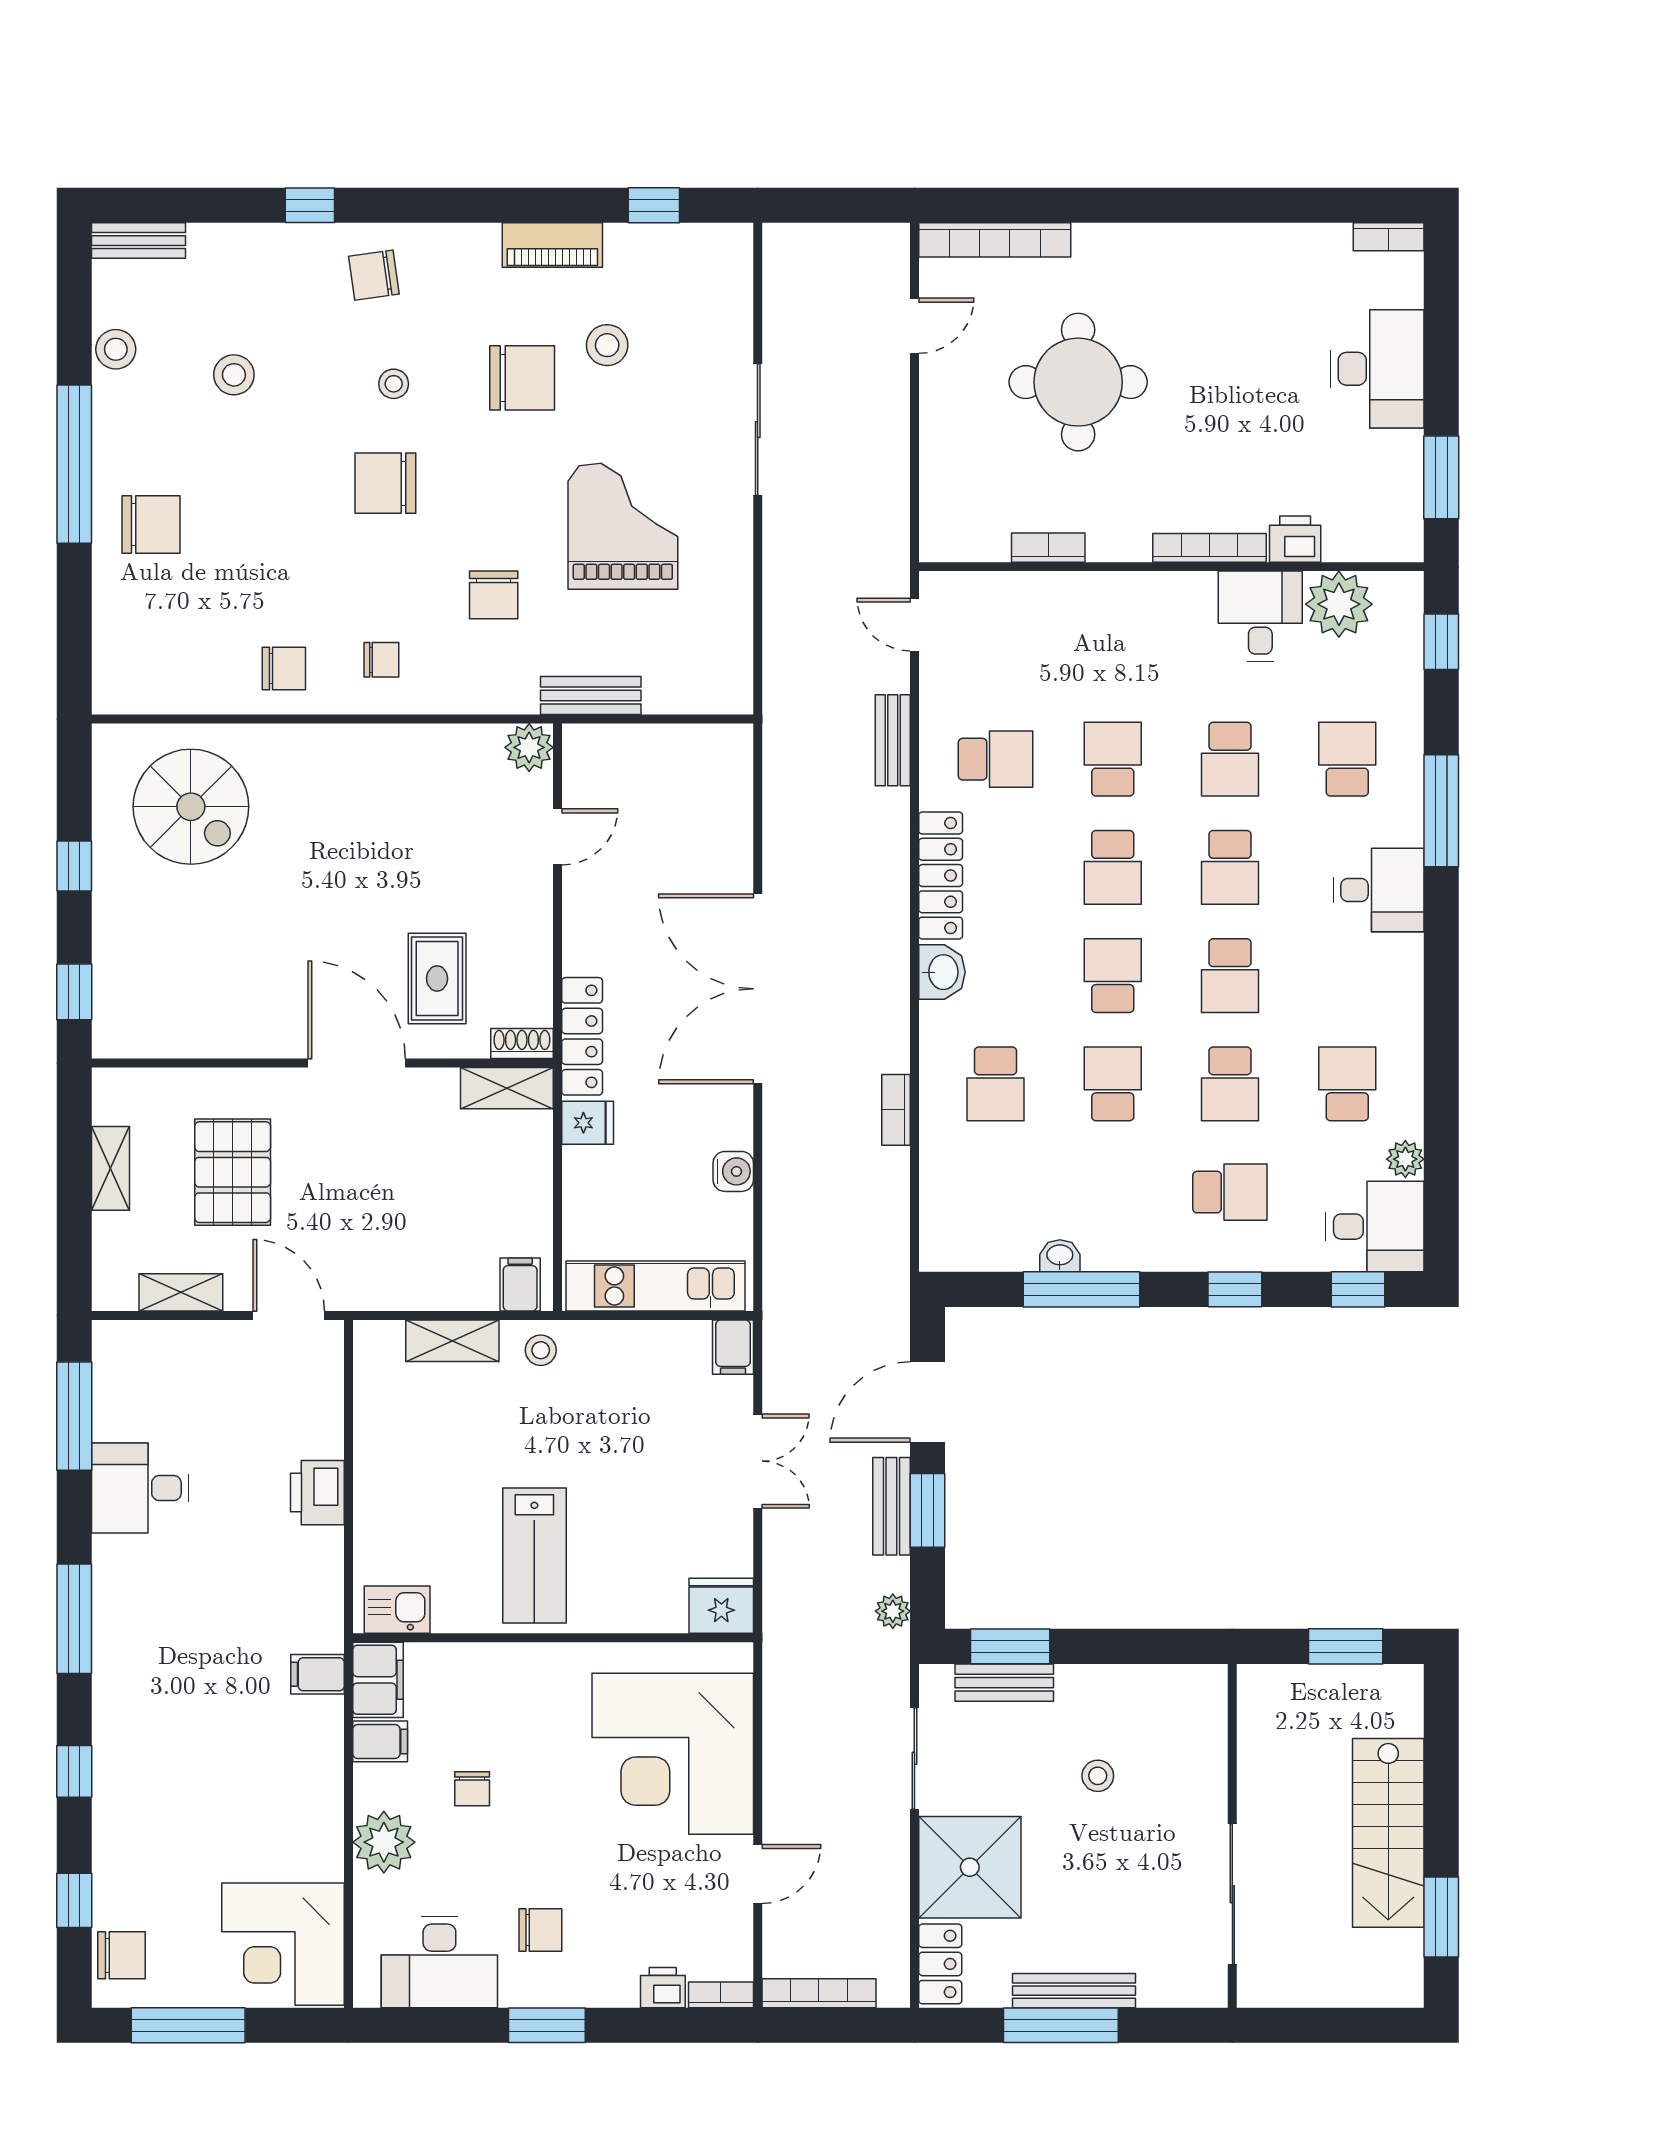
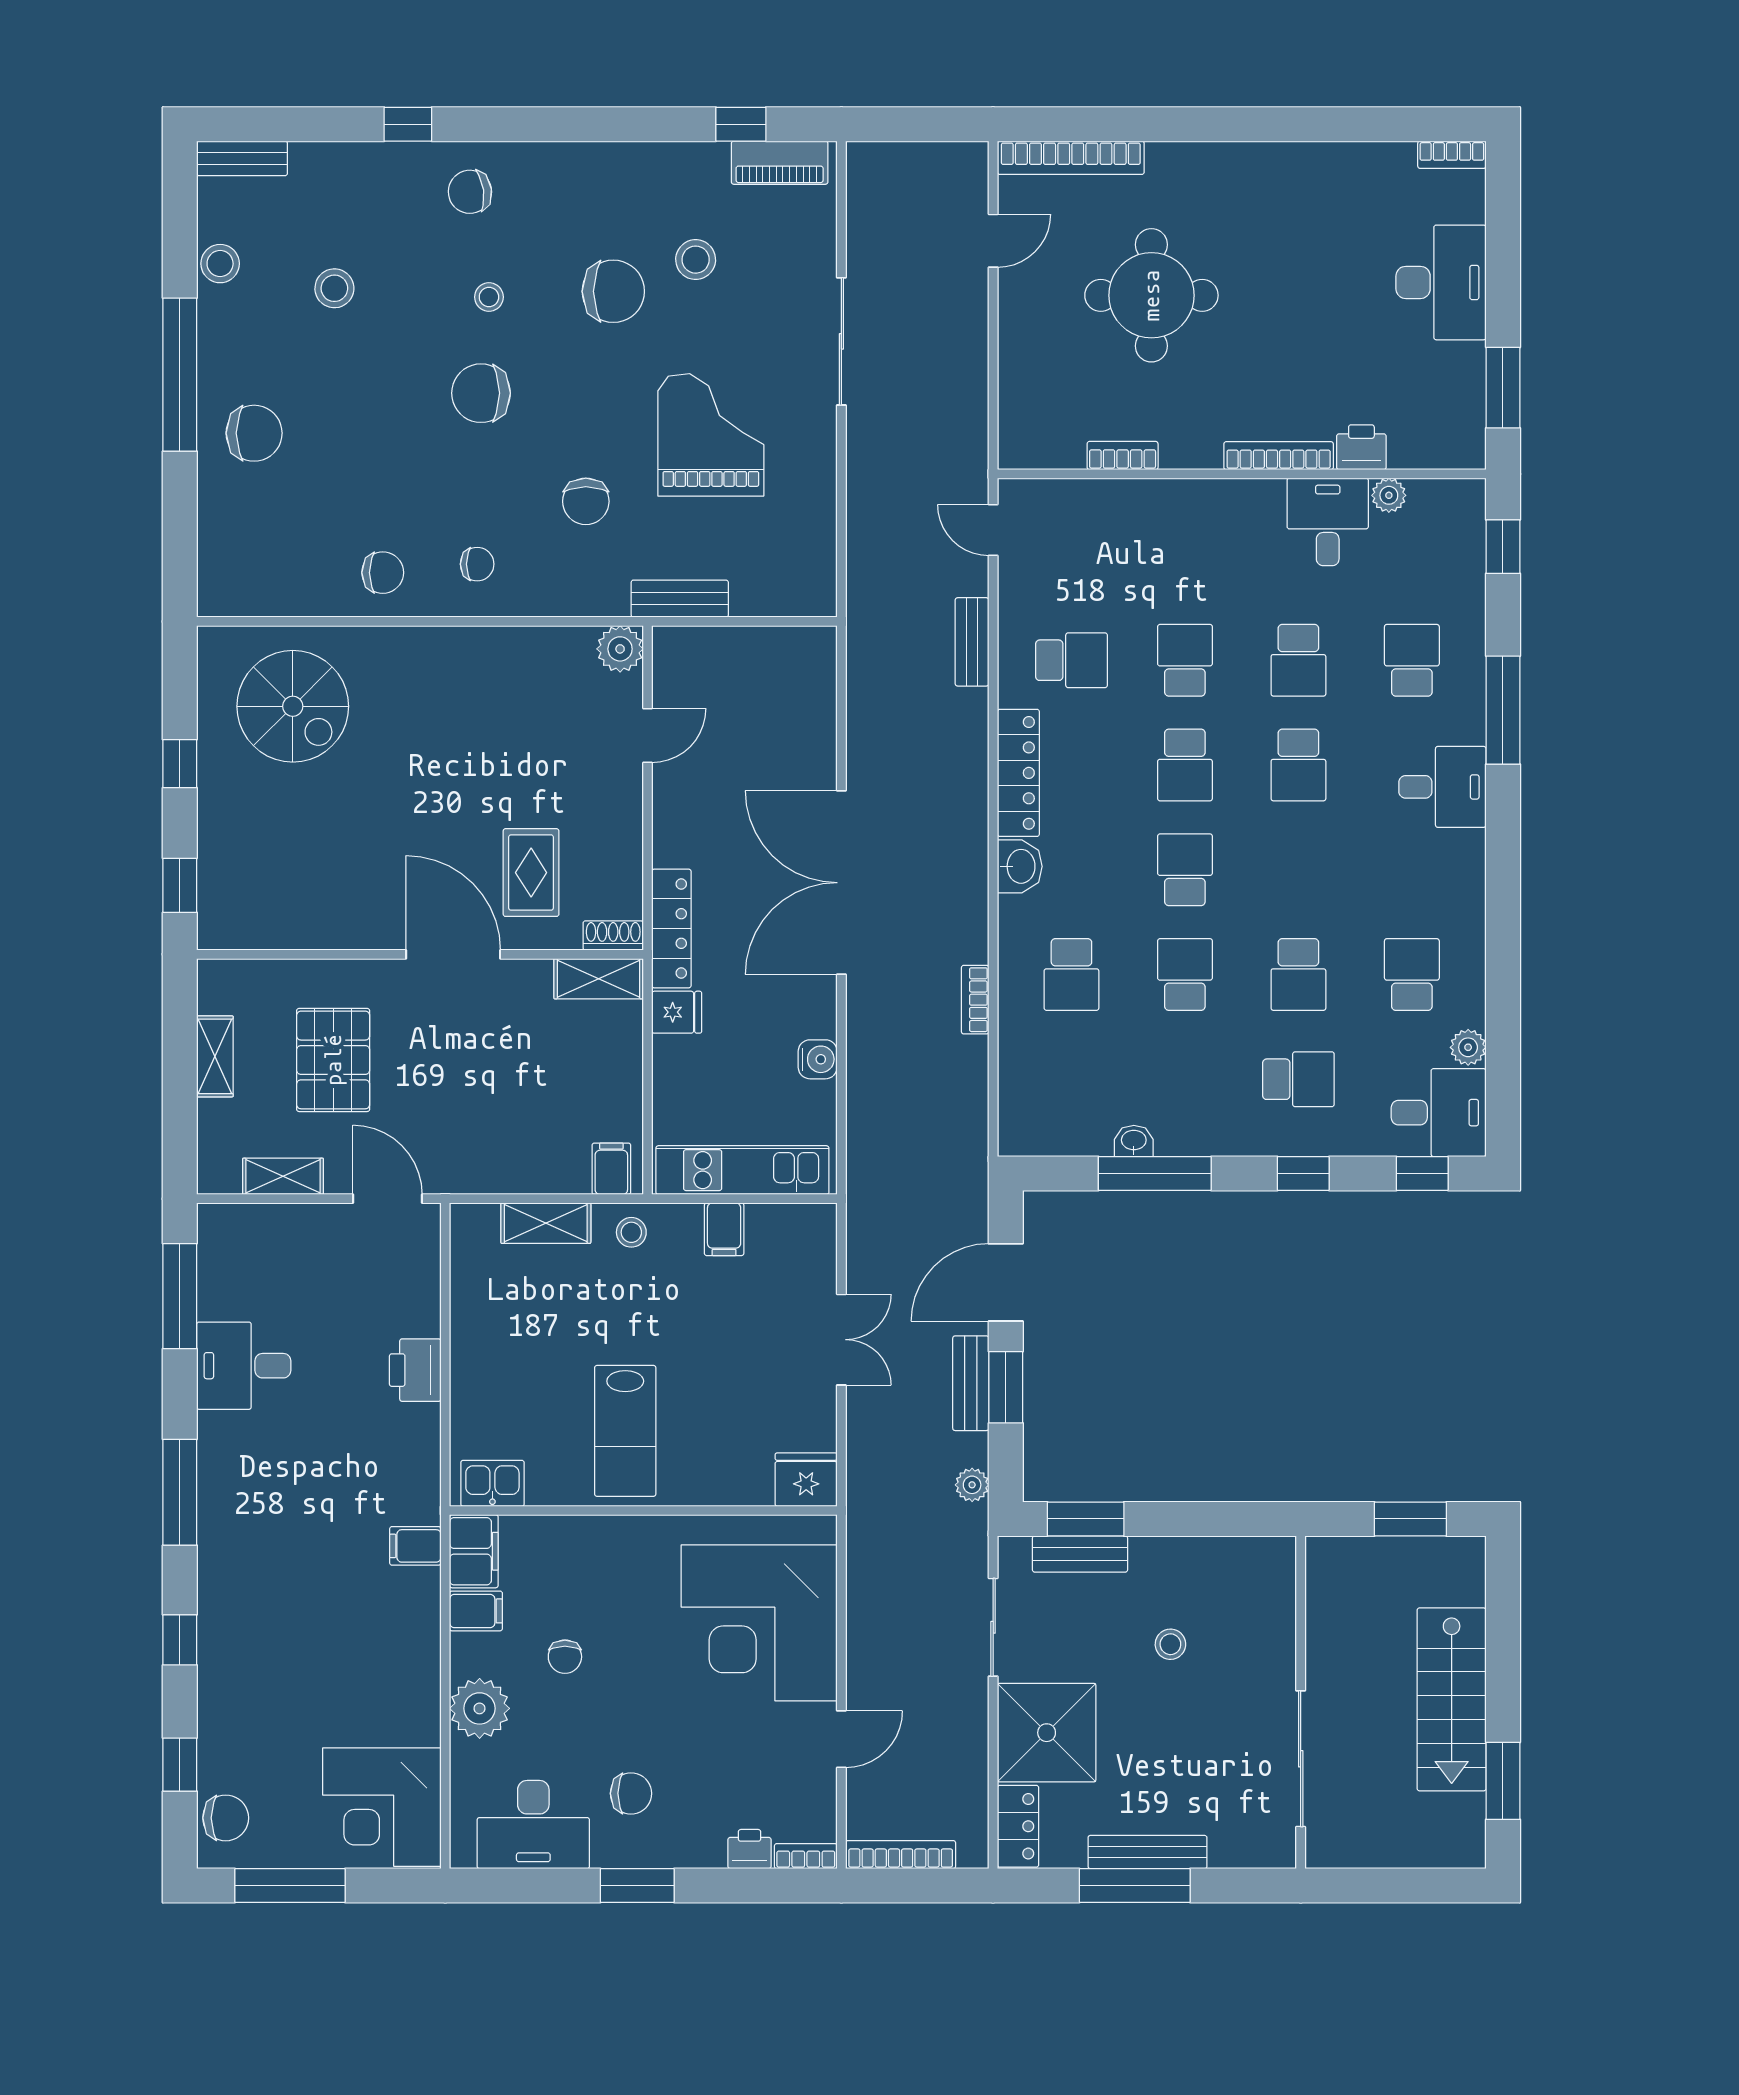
piano: (552, 245) -> (780, 163), moved
plant: (1339, 604) -> (1389, 495), width x0.53, depth x0.53
school desk: (1230, 976) -> (1298, 870), removed
filing cabinet: (733, 1347) -> (724, 1229), moved

